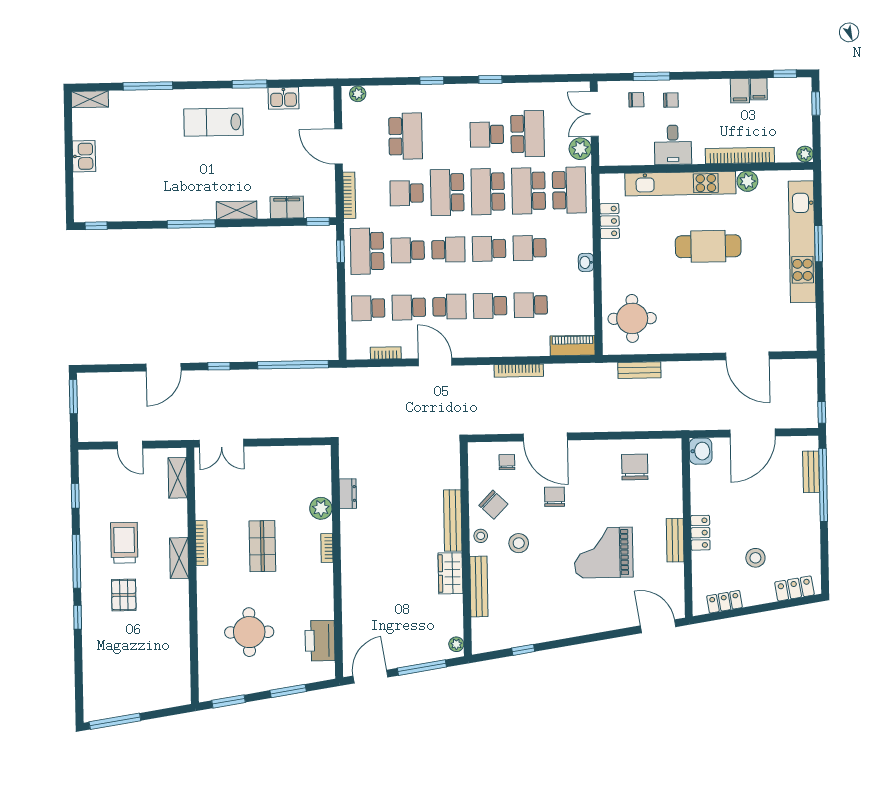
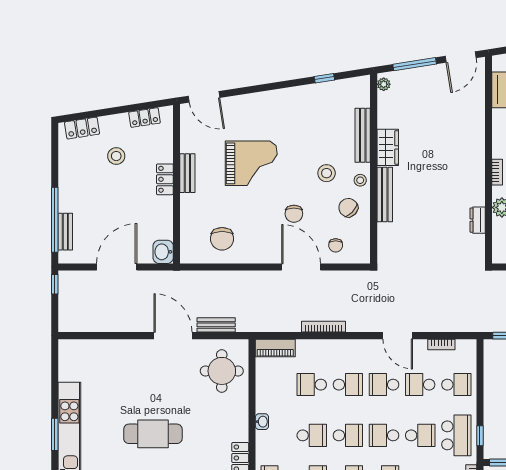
school desk: (531, 305) -> (312, 385), turned 180
school desk: (409, 307) -> (420, 385), turned 180
door: (747, 356) -> (173, 336), moved

